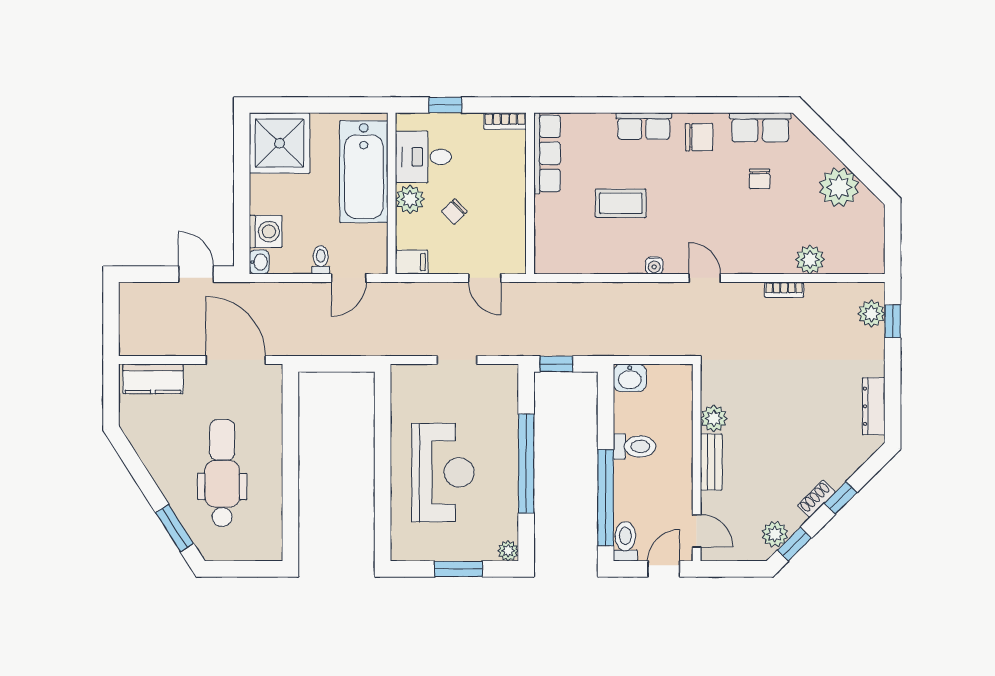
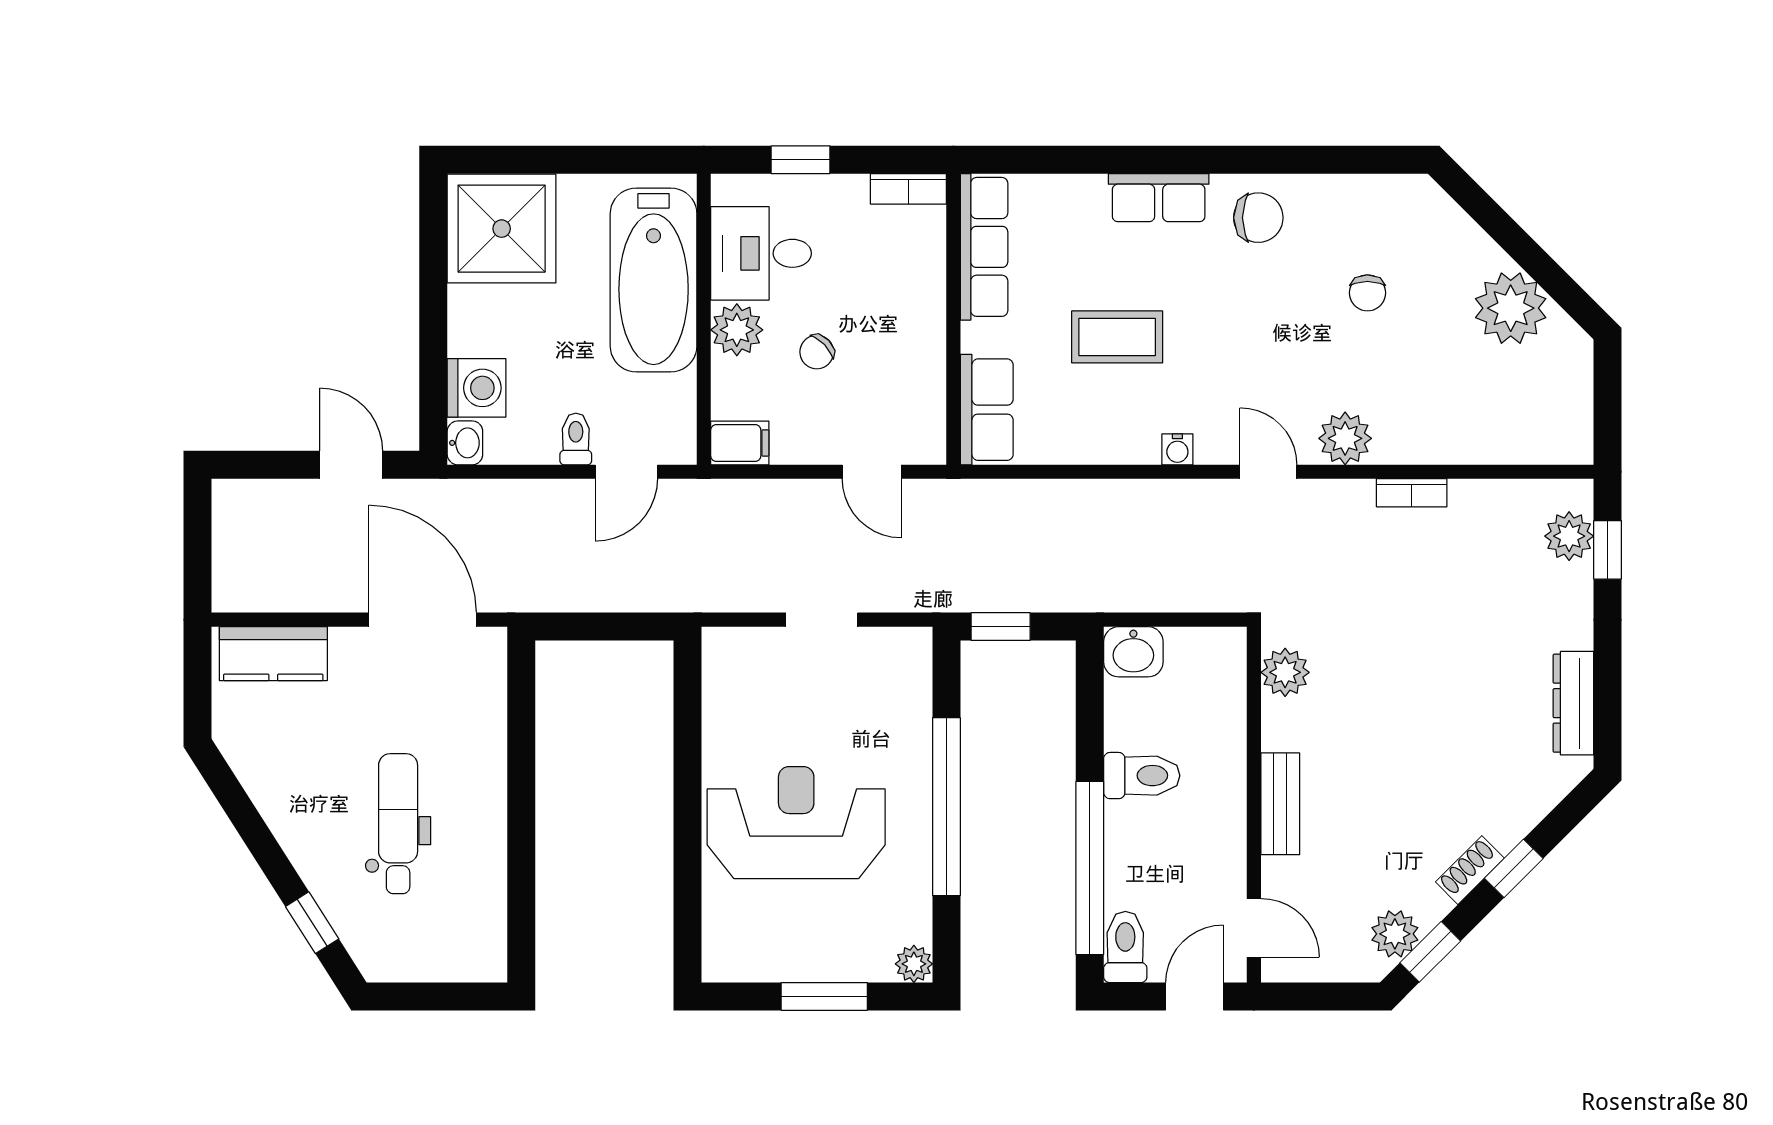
row of seats: (760, 127) -> (987, 410), moved, turned -90
plant: (810, 259) -> (1345, 438), moved
plant: (714, 418) -> (1285, 672), moved
reception desk: (443, 472) -> (796, 823), turned -90
dental chair: (222, 473) -> (398, 824), width x0.73, depth x0.72
window: (175, 528) -> (312, 923), width x0.67

